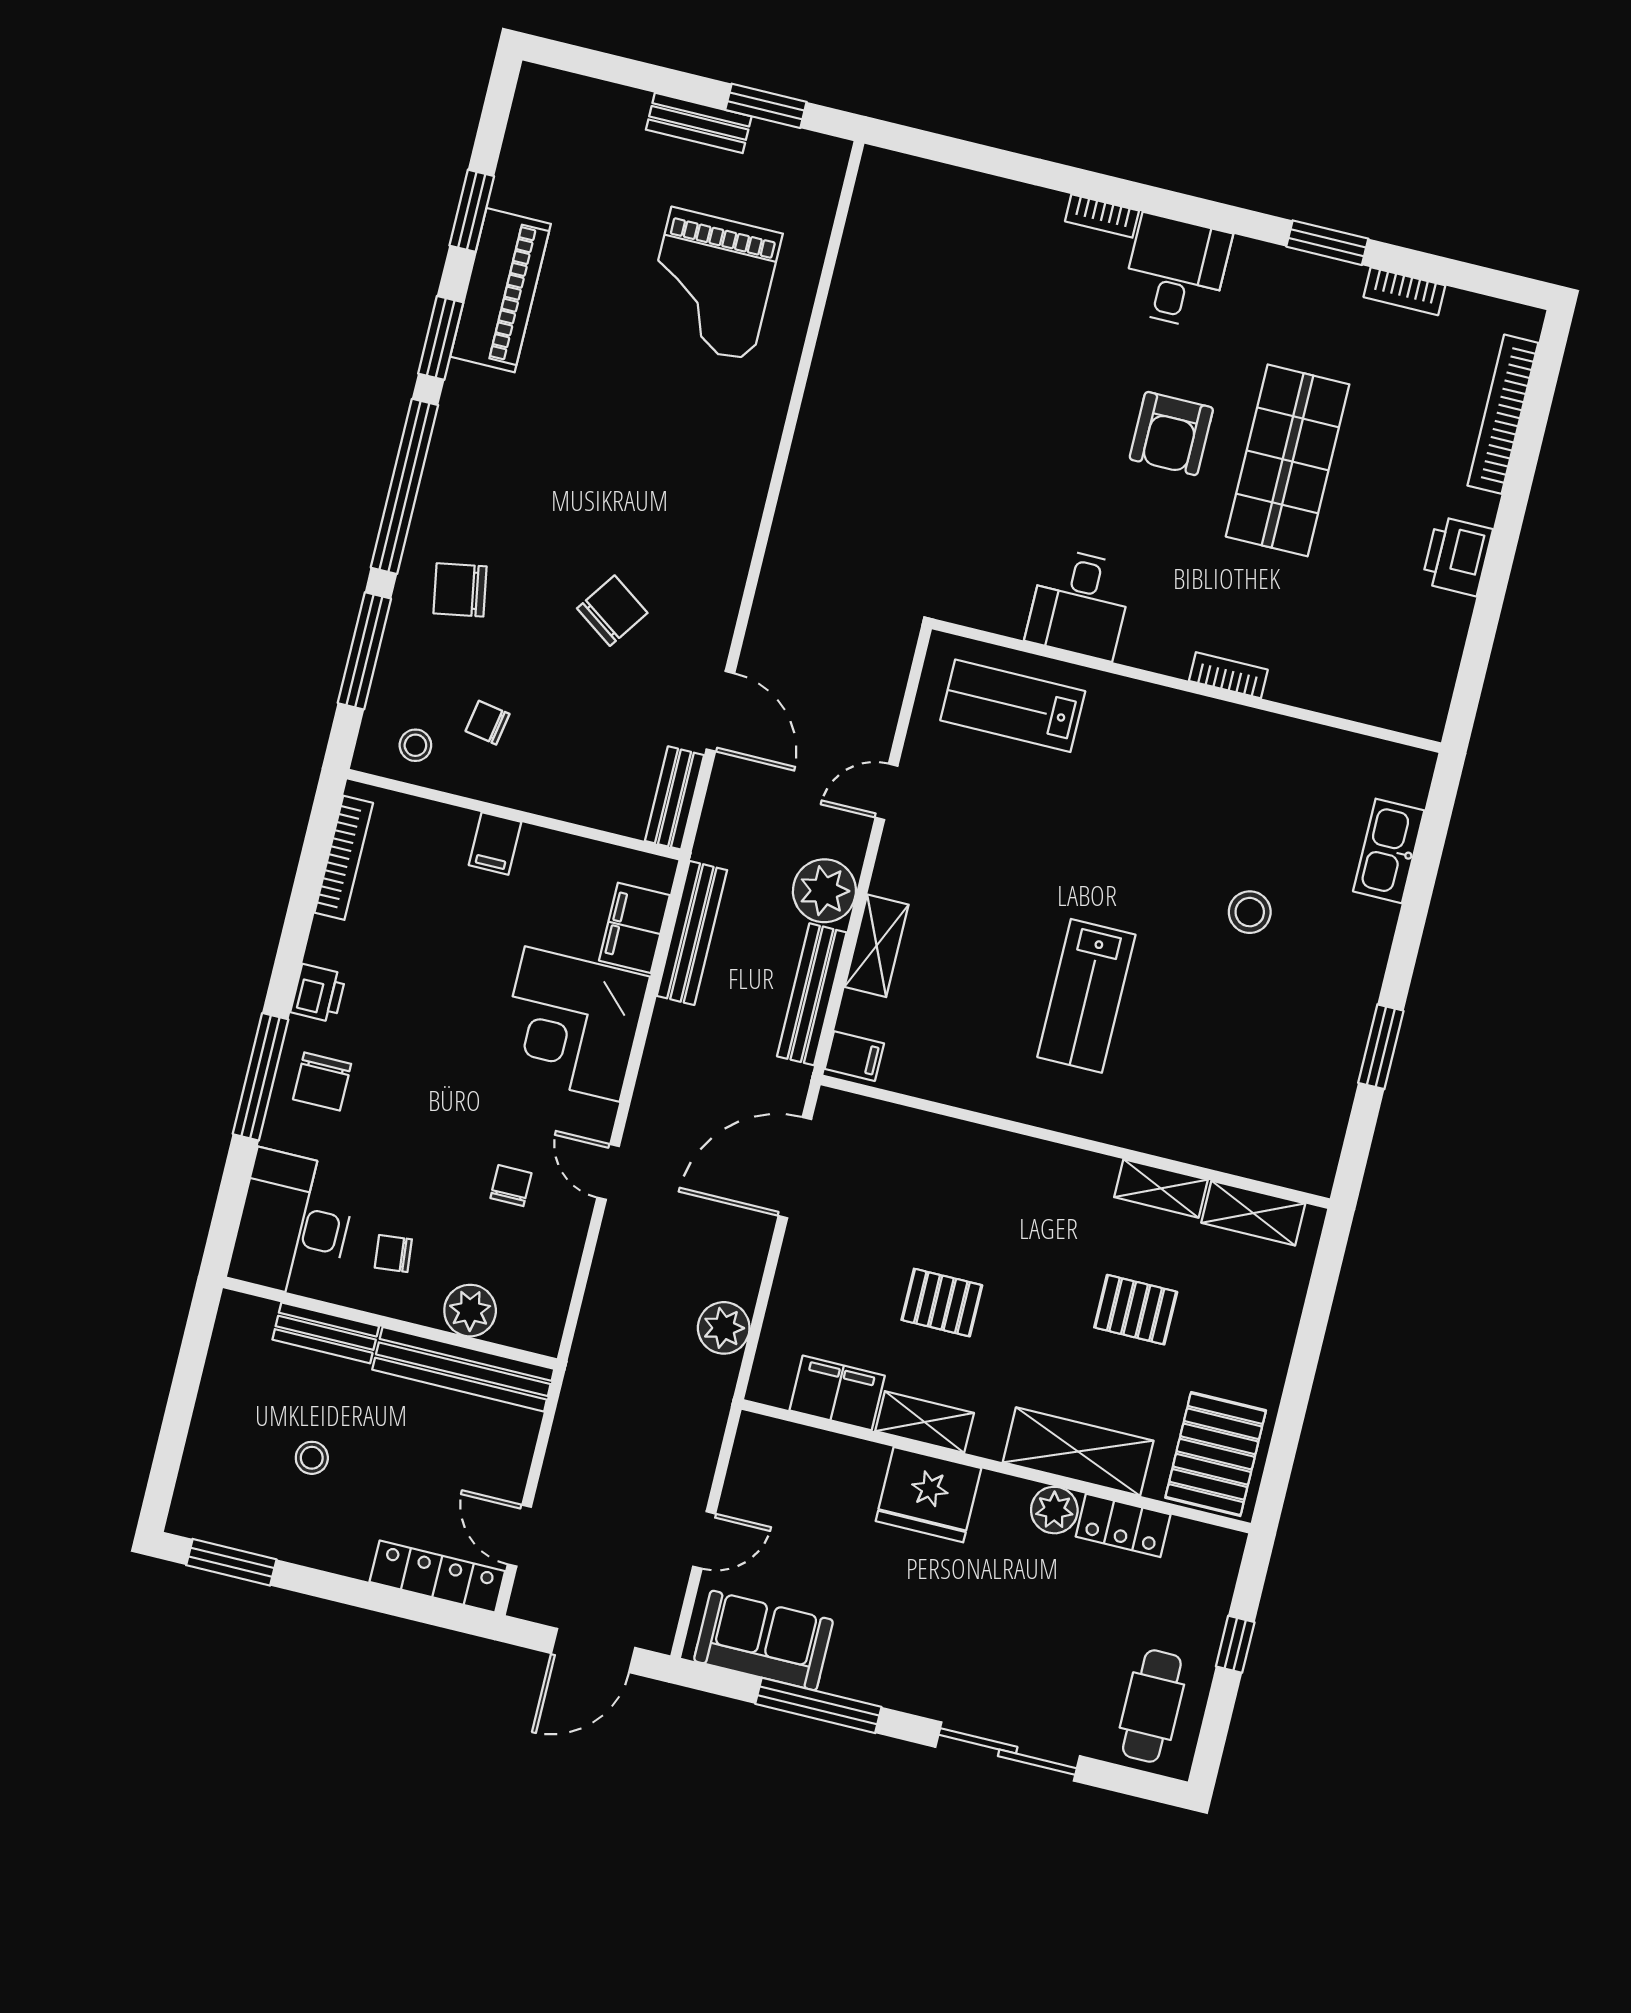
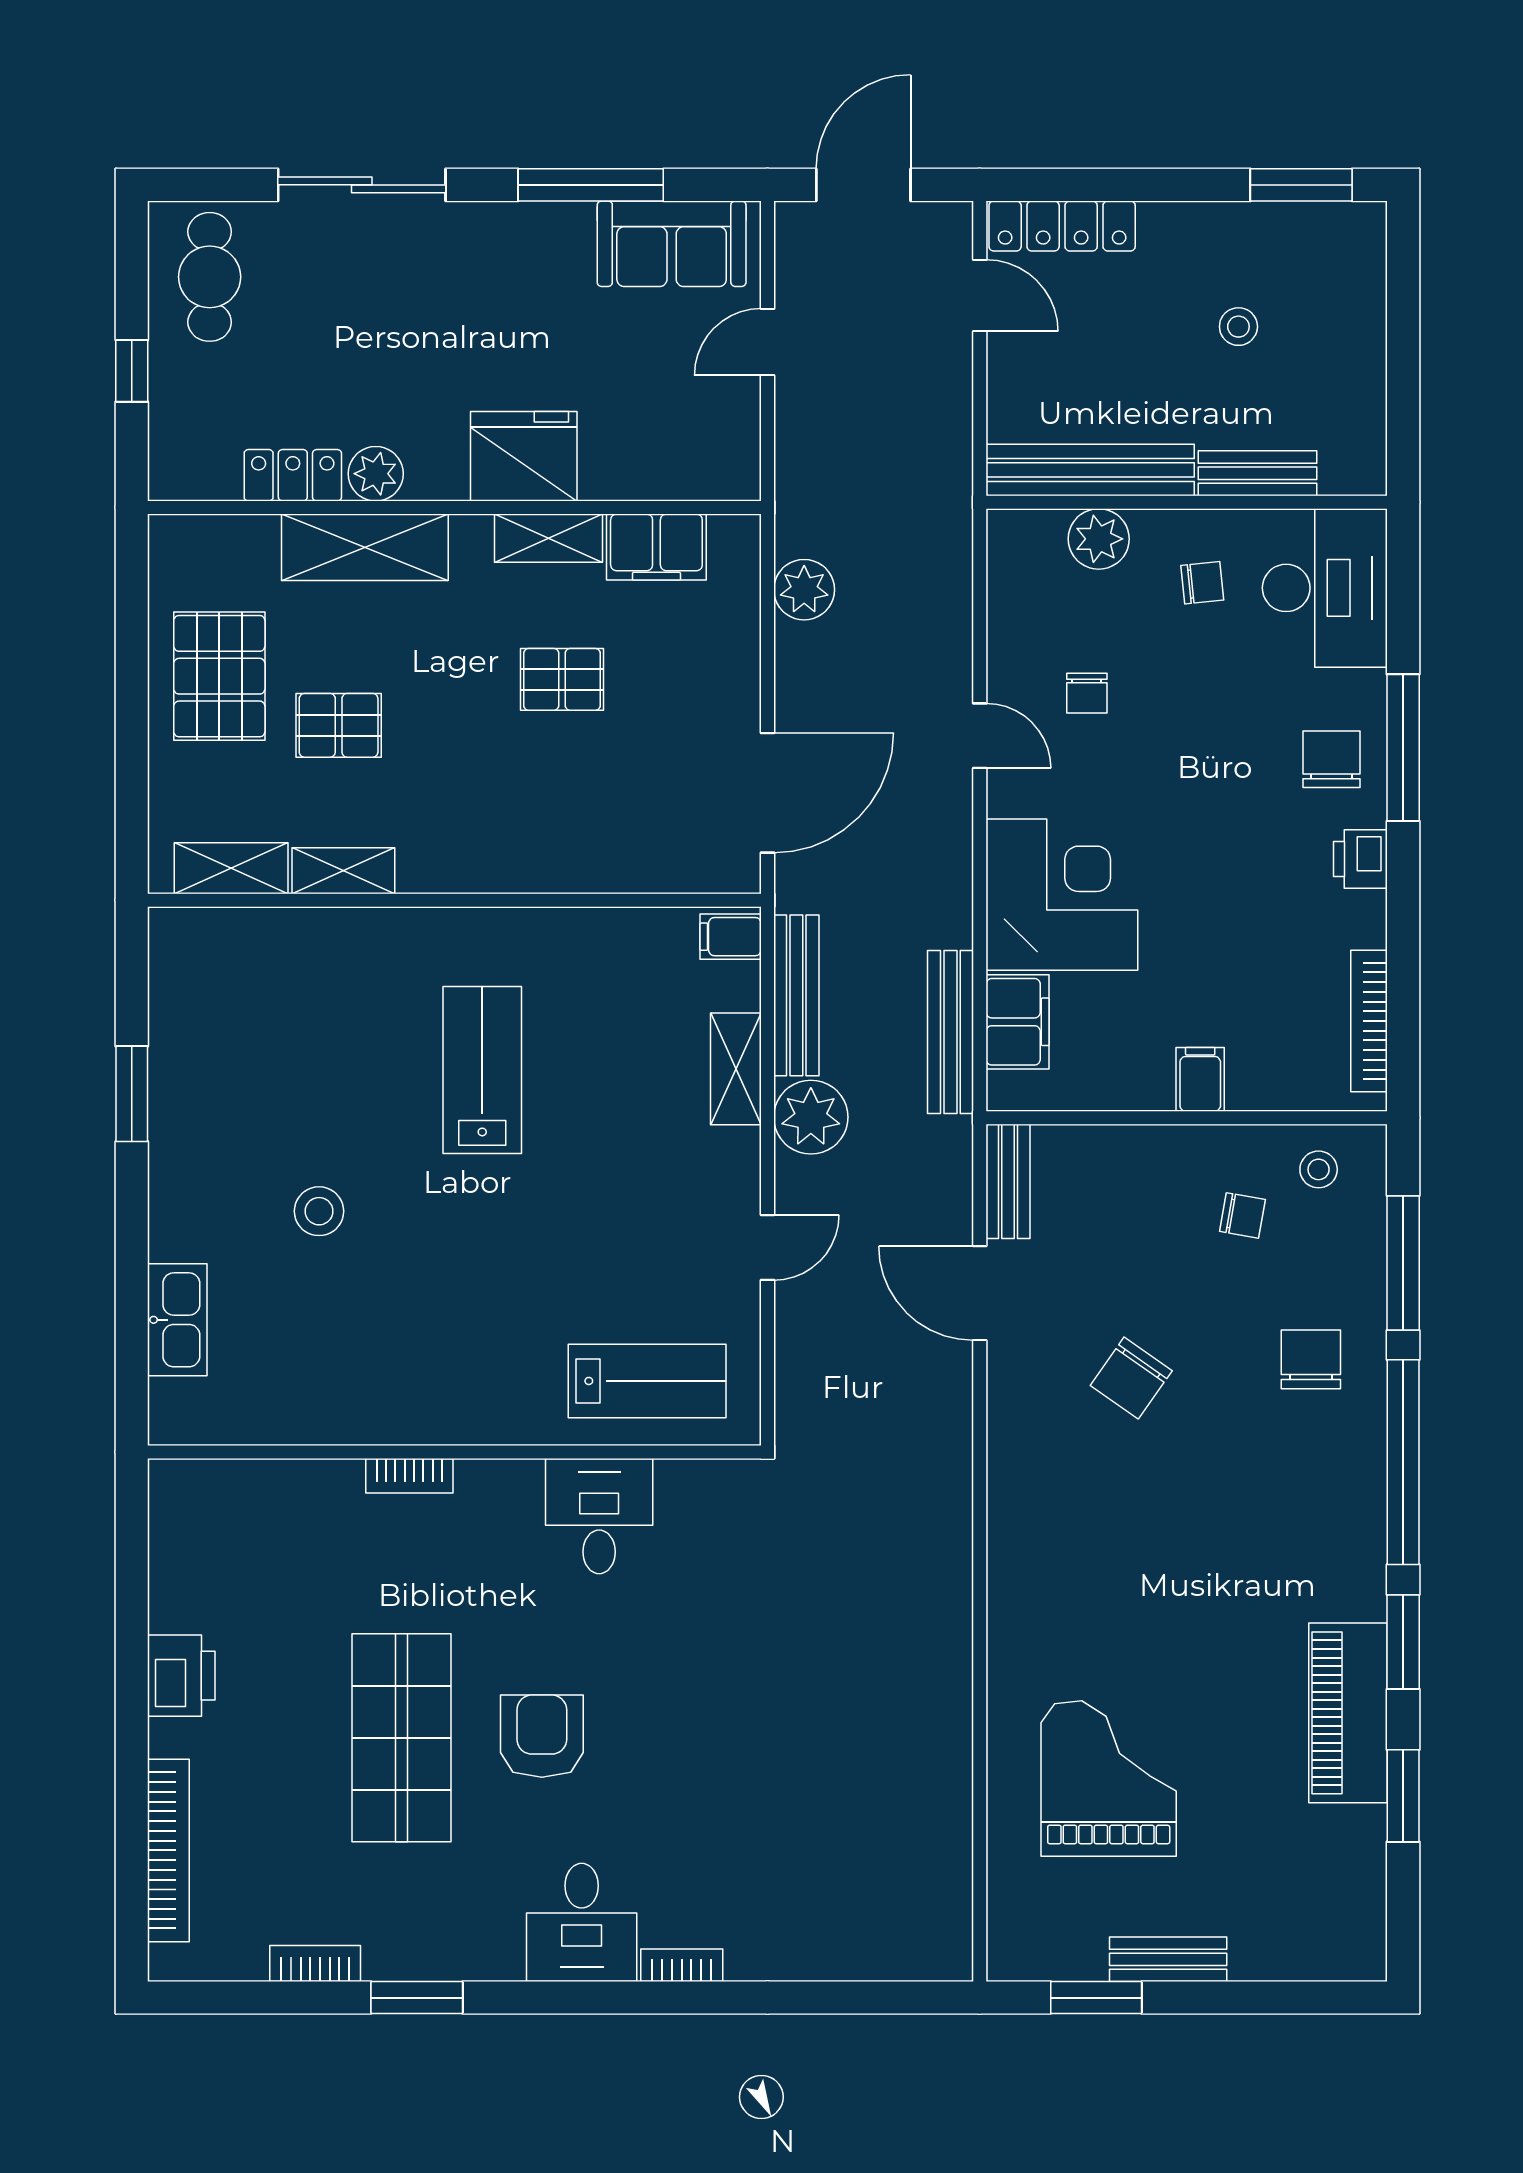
chair: (460, 590) -> (1311, 1359), turned -80
pallet: (1216, 1454) -> (219, 676), moved

